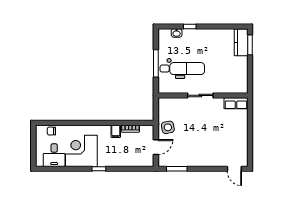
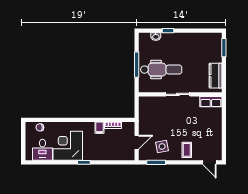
kitchen counter: (241, 42) -> (216, 76), moved
side table: (168, 127) -> (162, 146), moved
coffee table: (210, 155) -> (187, 150), added

